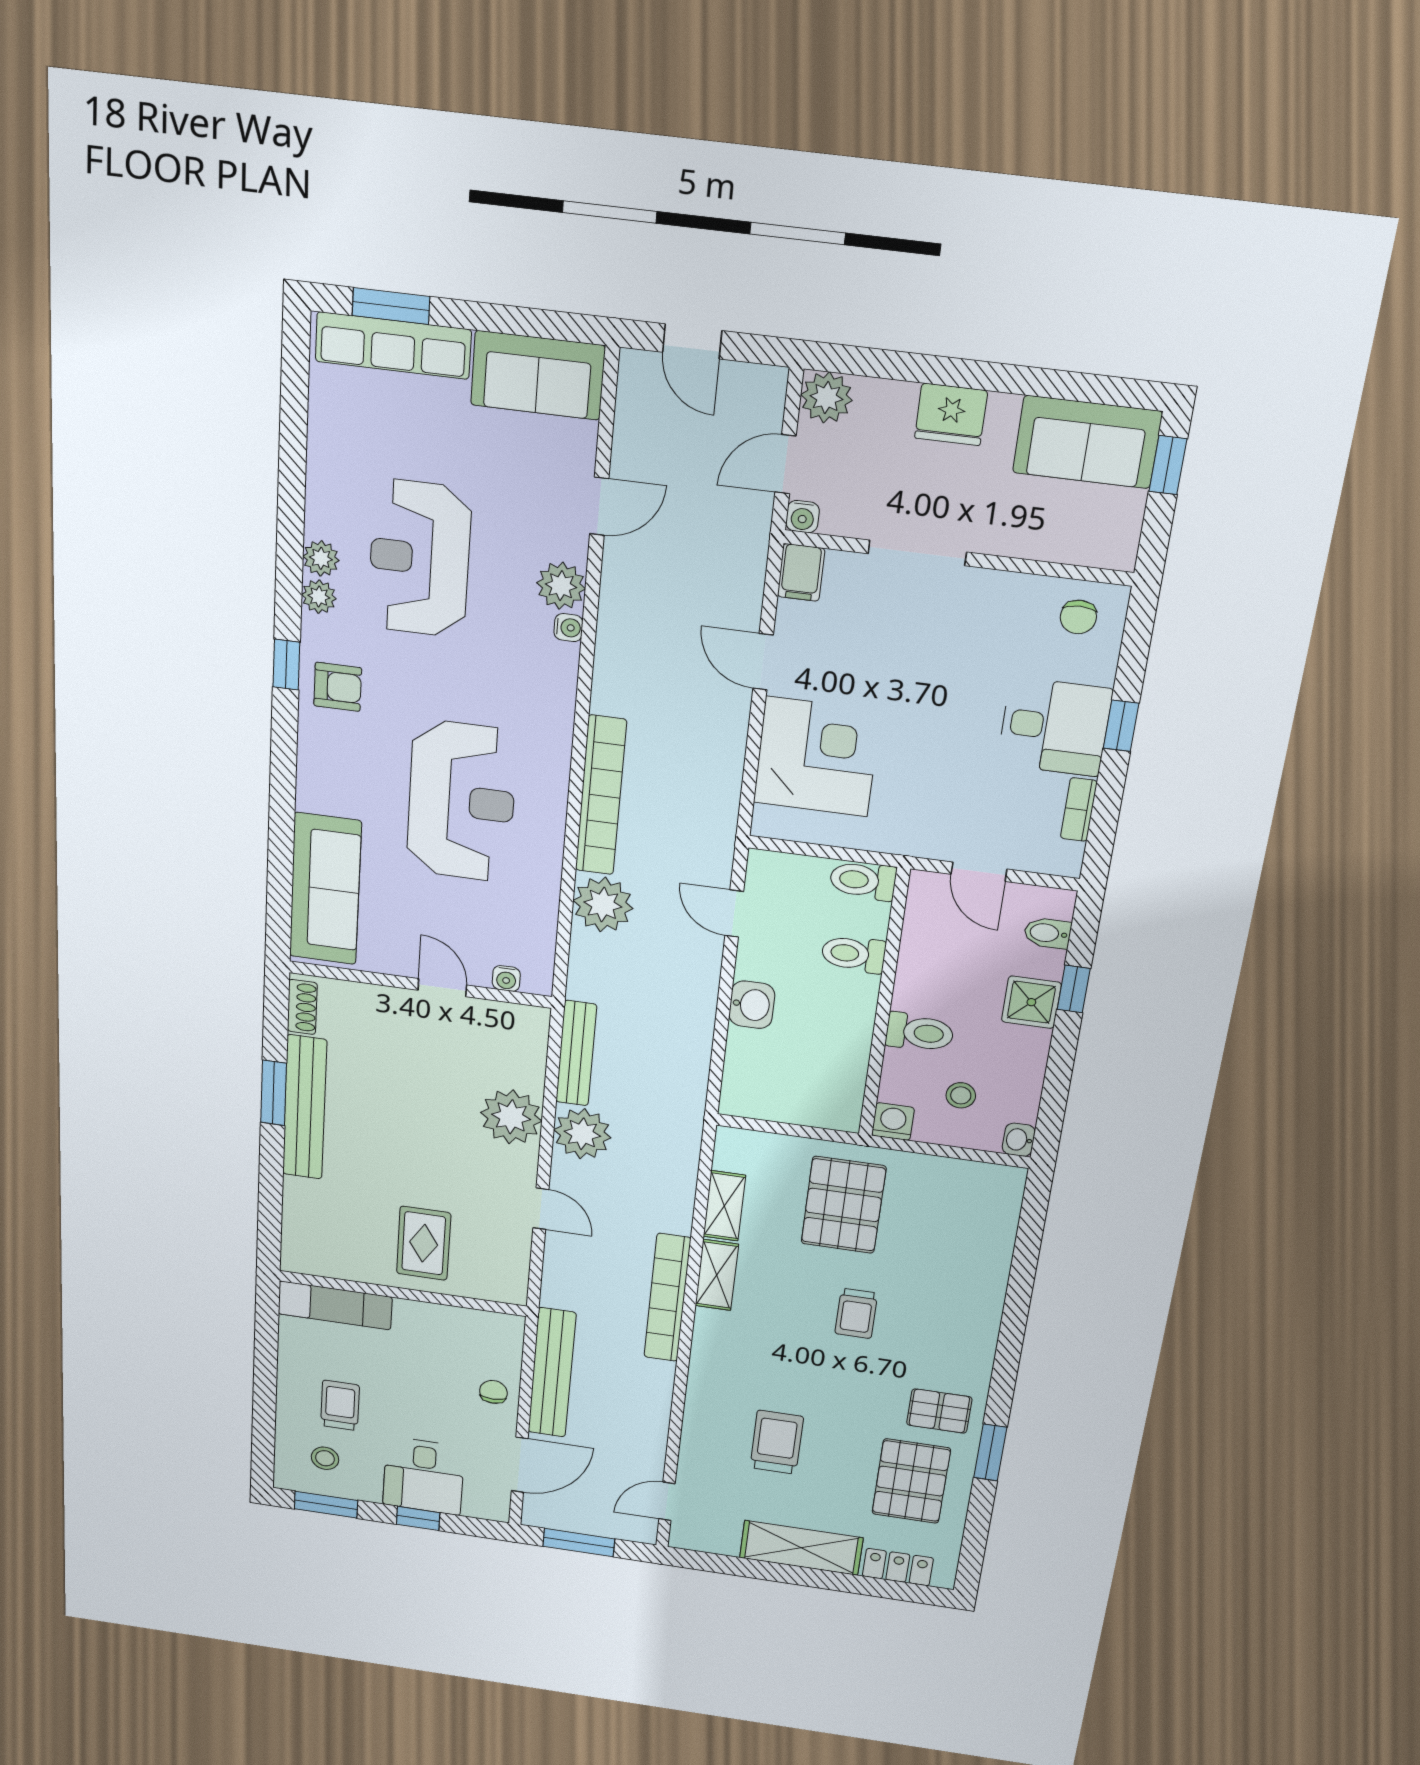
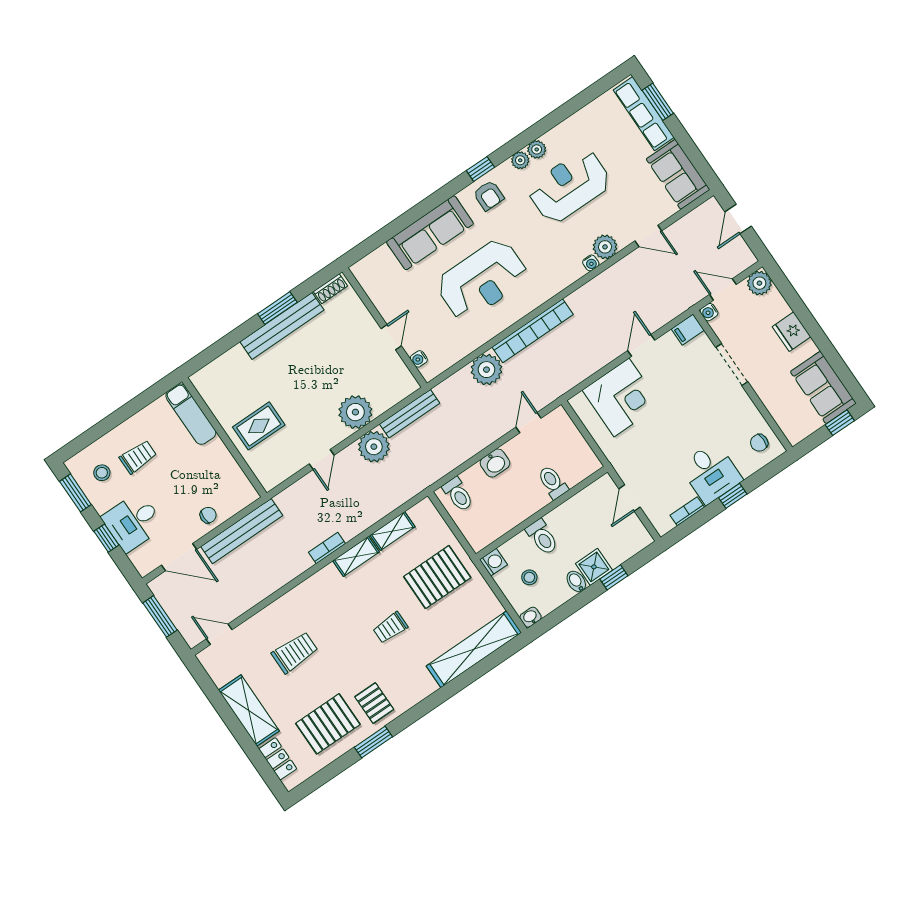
toilet: (863, 880) -> (458, 494), moved, turned 180
sofa: (325, 889) -> (430, 233), moved
bidet: (1047, 933) -> (576, 581), moved
shelving: (990, 1243) -> (474, 649), added
bookcase: (667, 1298) -> (327, 548), width x0.43, depth x0.76

